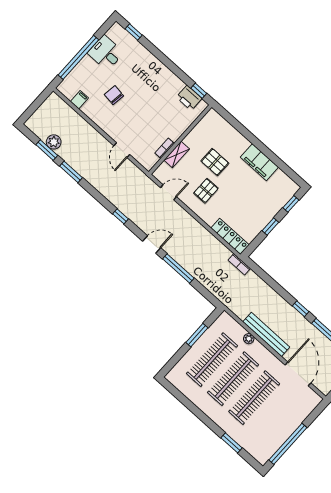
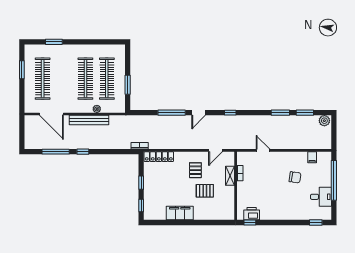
plant: (54, 142) -> (324, 121), moved
clothes rail: (254, 398) -> (43, 79), moved
window: (288, 444) -> (22, 70), width x0.47

